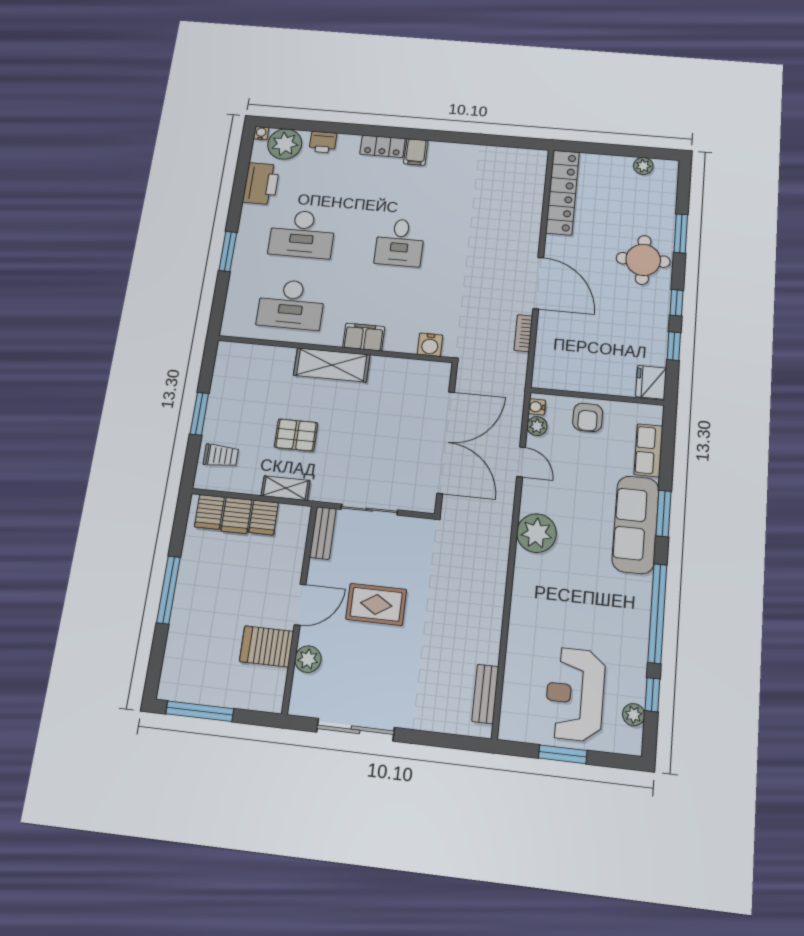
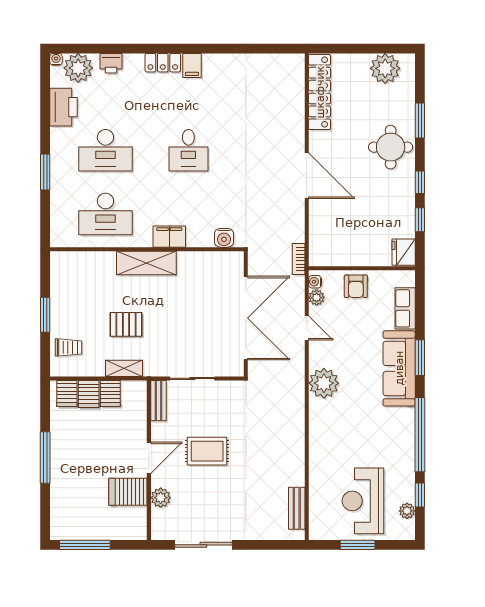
plant: (643, 166) -> (385, 68), width x1.87, depth x1.87
bookcase: (523, 333) -> (299, 259), moved

